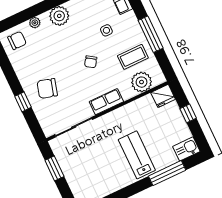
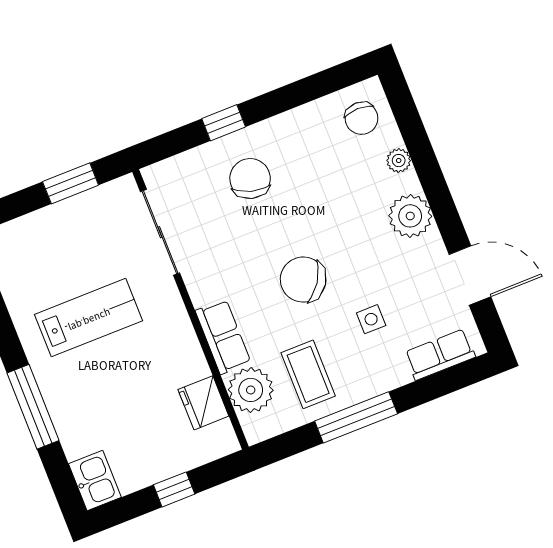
chair: (91, 62) -> (303, 280), width x1.87, depth x1.87
fridge: (163, 96) -> (203, 403), moved
row of seats: (106, 102) -> (223, 337), moved
lab bench: (137, 155) -> (89, 318), moved
window: (167, 173) -> (33, 407), moved

